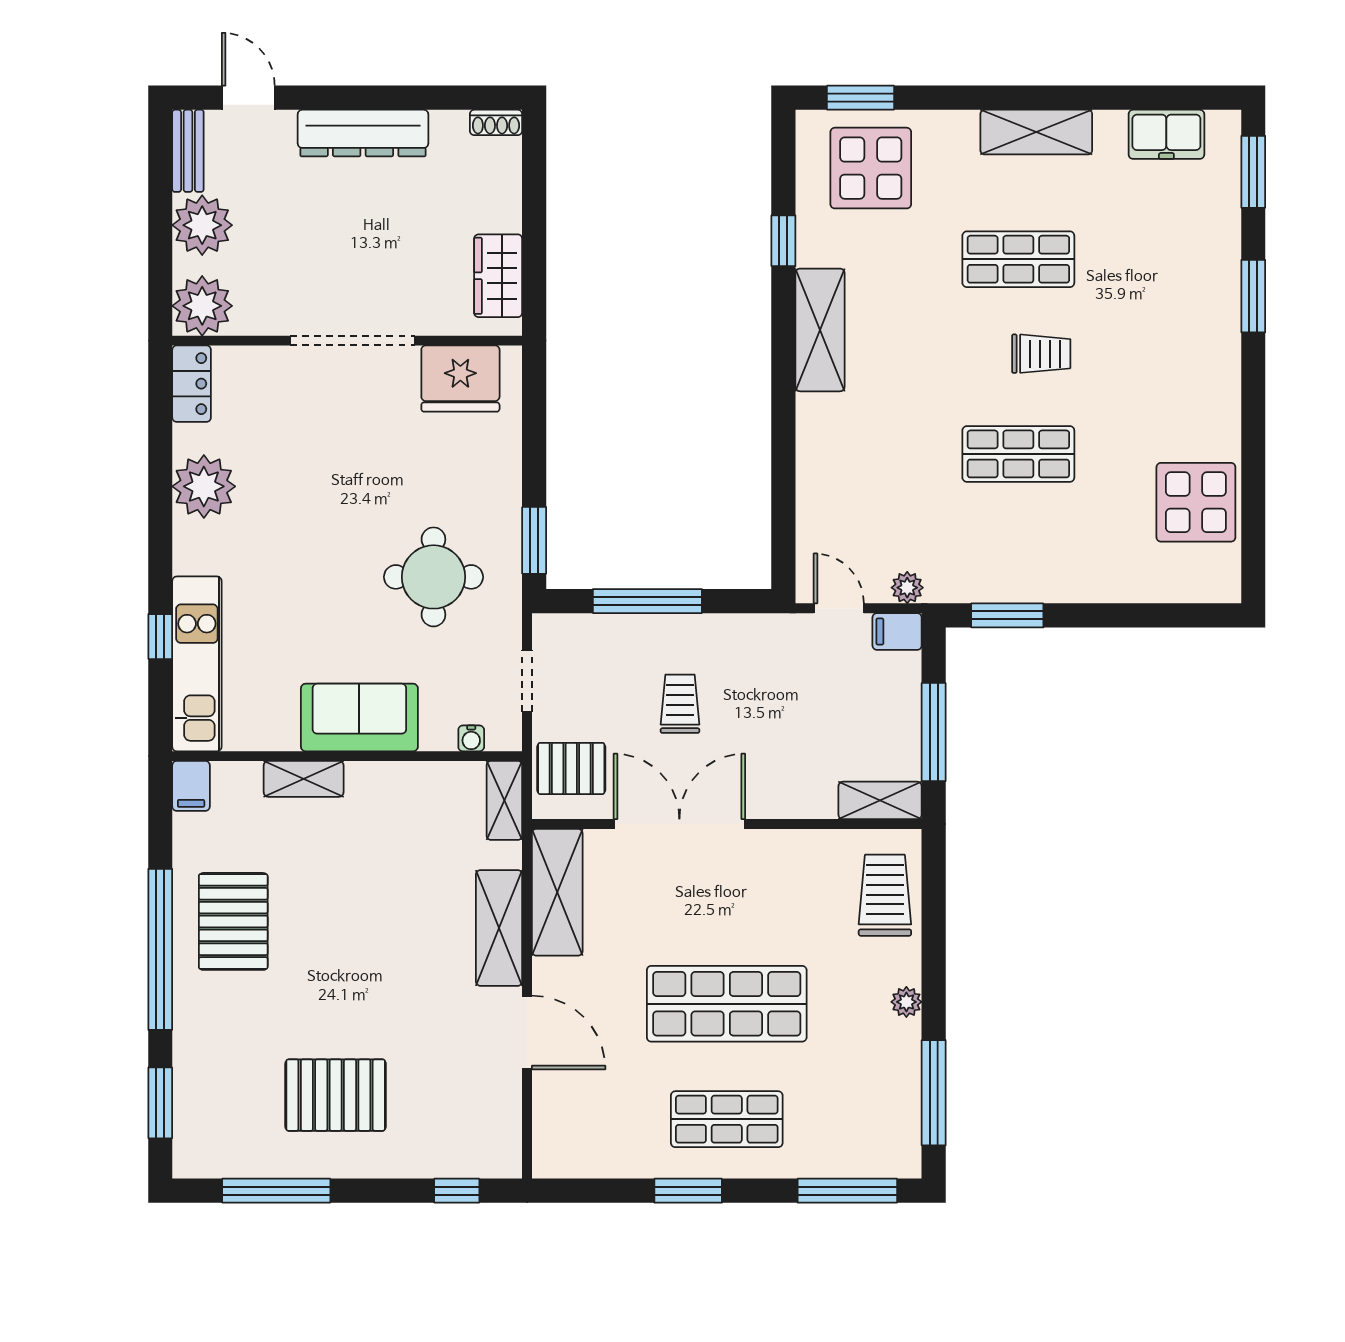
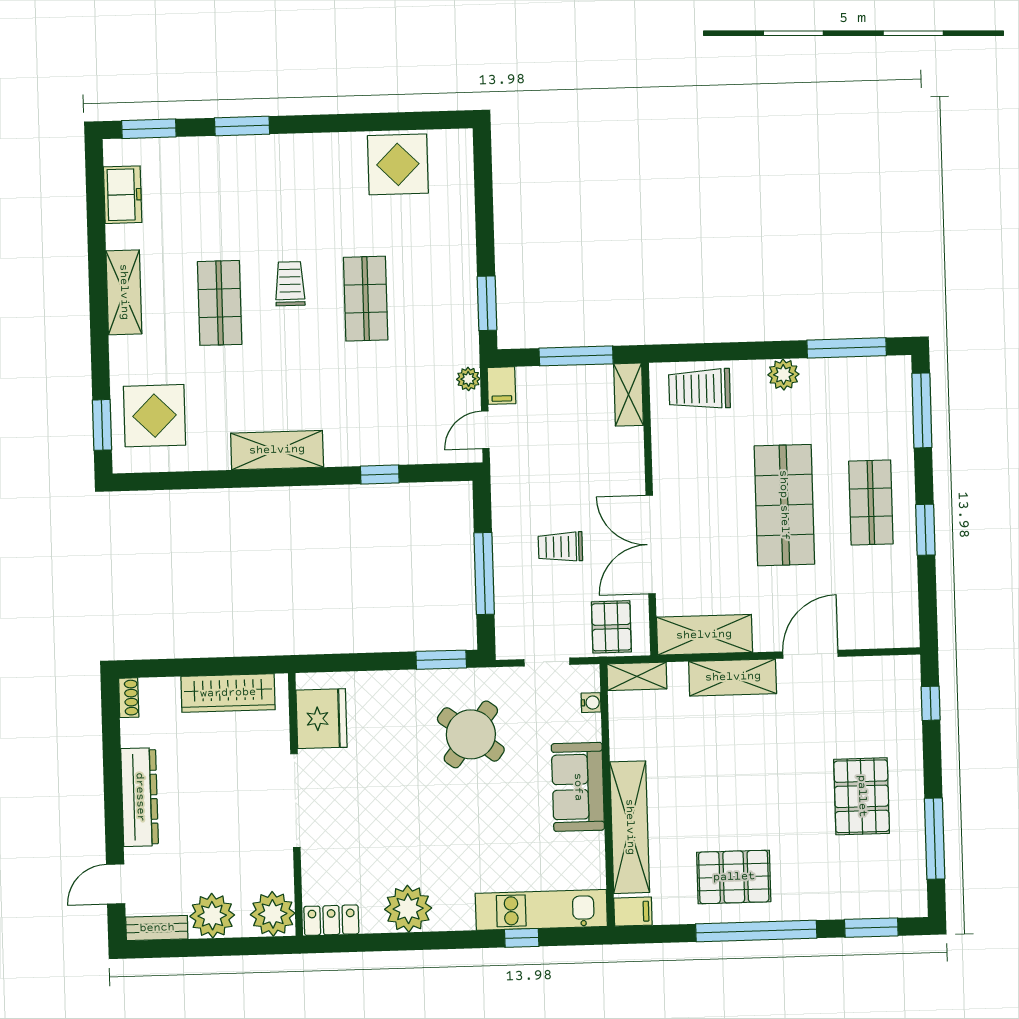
window: (783, 241) -> (380, 474), moved
wardrobe: (498, 276) -> (228, 693), width x1.50
round table: (433, 577) -> (471, 734), turned 37
shelving: (304, 779) -> (630, 827), width x2.20, depth x1.33
plant: (906, 1002) -> (783, 374), width x1.38, depth x1.38

